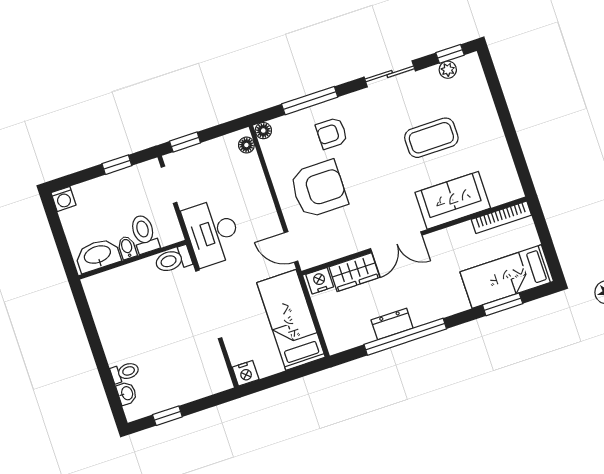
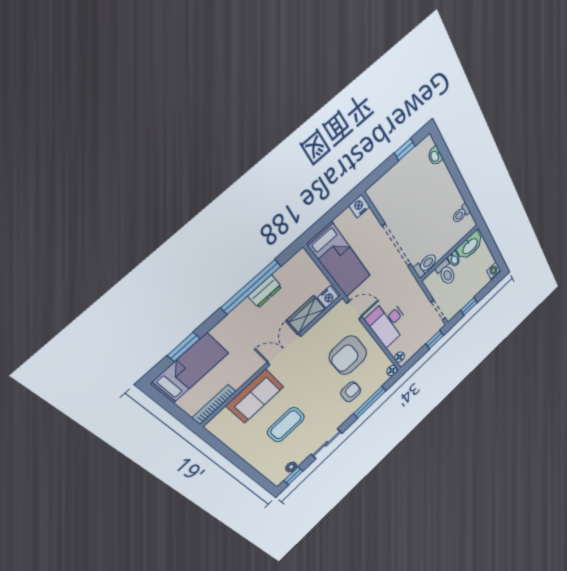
desk: (212, 232) -> (388, 322), moved, turned 180
toilet: (125, 372) -> (461, 214), moved

